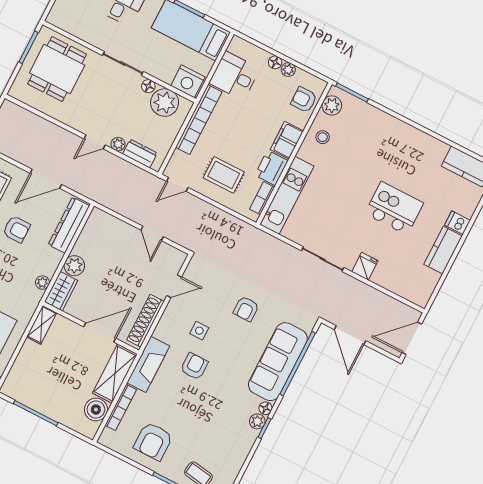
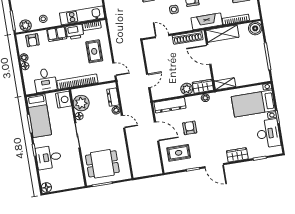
door: (152, 233) -> (148, 81), moved
boiler: (96, 410) -> (255, 28), moved

